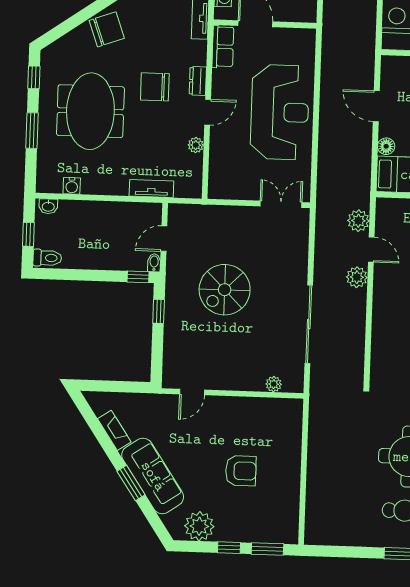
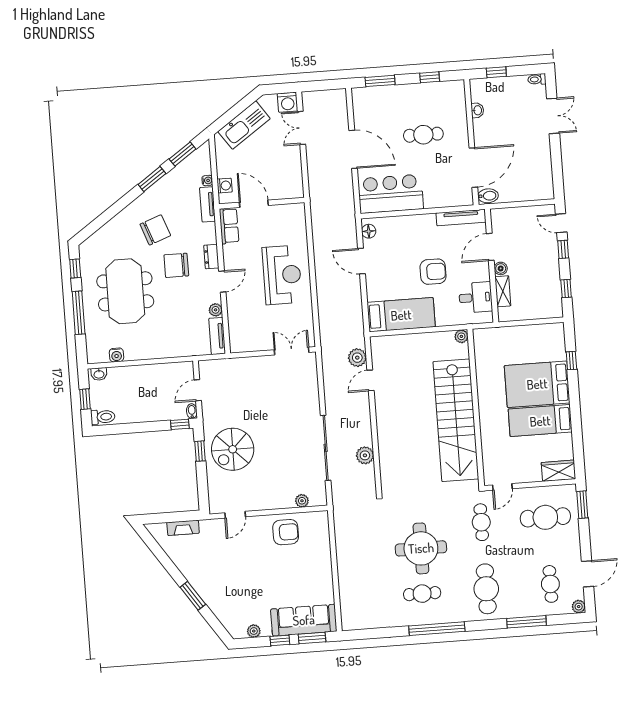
chair: (107, 29) -> (155, 230), moved
reception desk: (280, 112) -> (282, 275), width x0.74, depth x0.77
window: (32, 131) -> (79, 313), width x1.44
floor lamp: (386, 146) -> (369, 231), moved
tv unit: (151, 189) -> (217, 336), moved, turned -90
door: (371, 250) -> (371, 380), swing flipped
plant: (357, 277) -> (365, 455), moved
spiral stairs: (225, 290) -> (233, 449), moved
fireplace: (114, 430) -> (183, 528), moved, turned 124
armchair: (241, 471) -> (286, 532), moved
sofa: (153, 476) -> (304, 620), moved, turned -56
plant: (199, 526) -> (254, 631), width x0.53, depth x0.53

